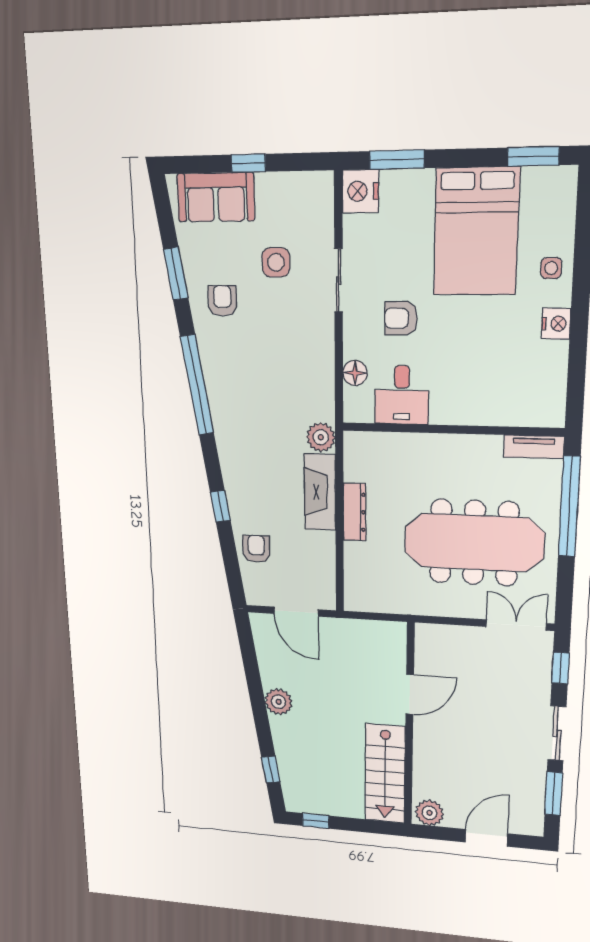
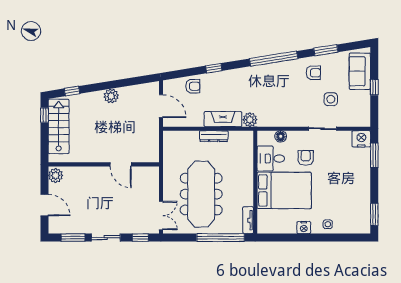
bed: (476, 232) -> (284, 190), moved, turned 180
door: (296, 612) -> (161, 106), swing flipped
stairs: (385, 774) -> (59, 126), moved, turned 90

